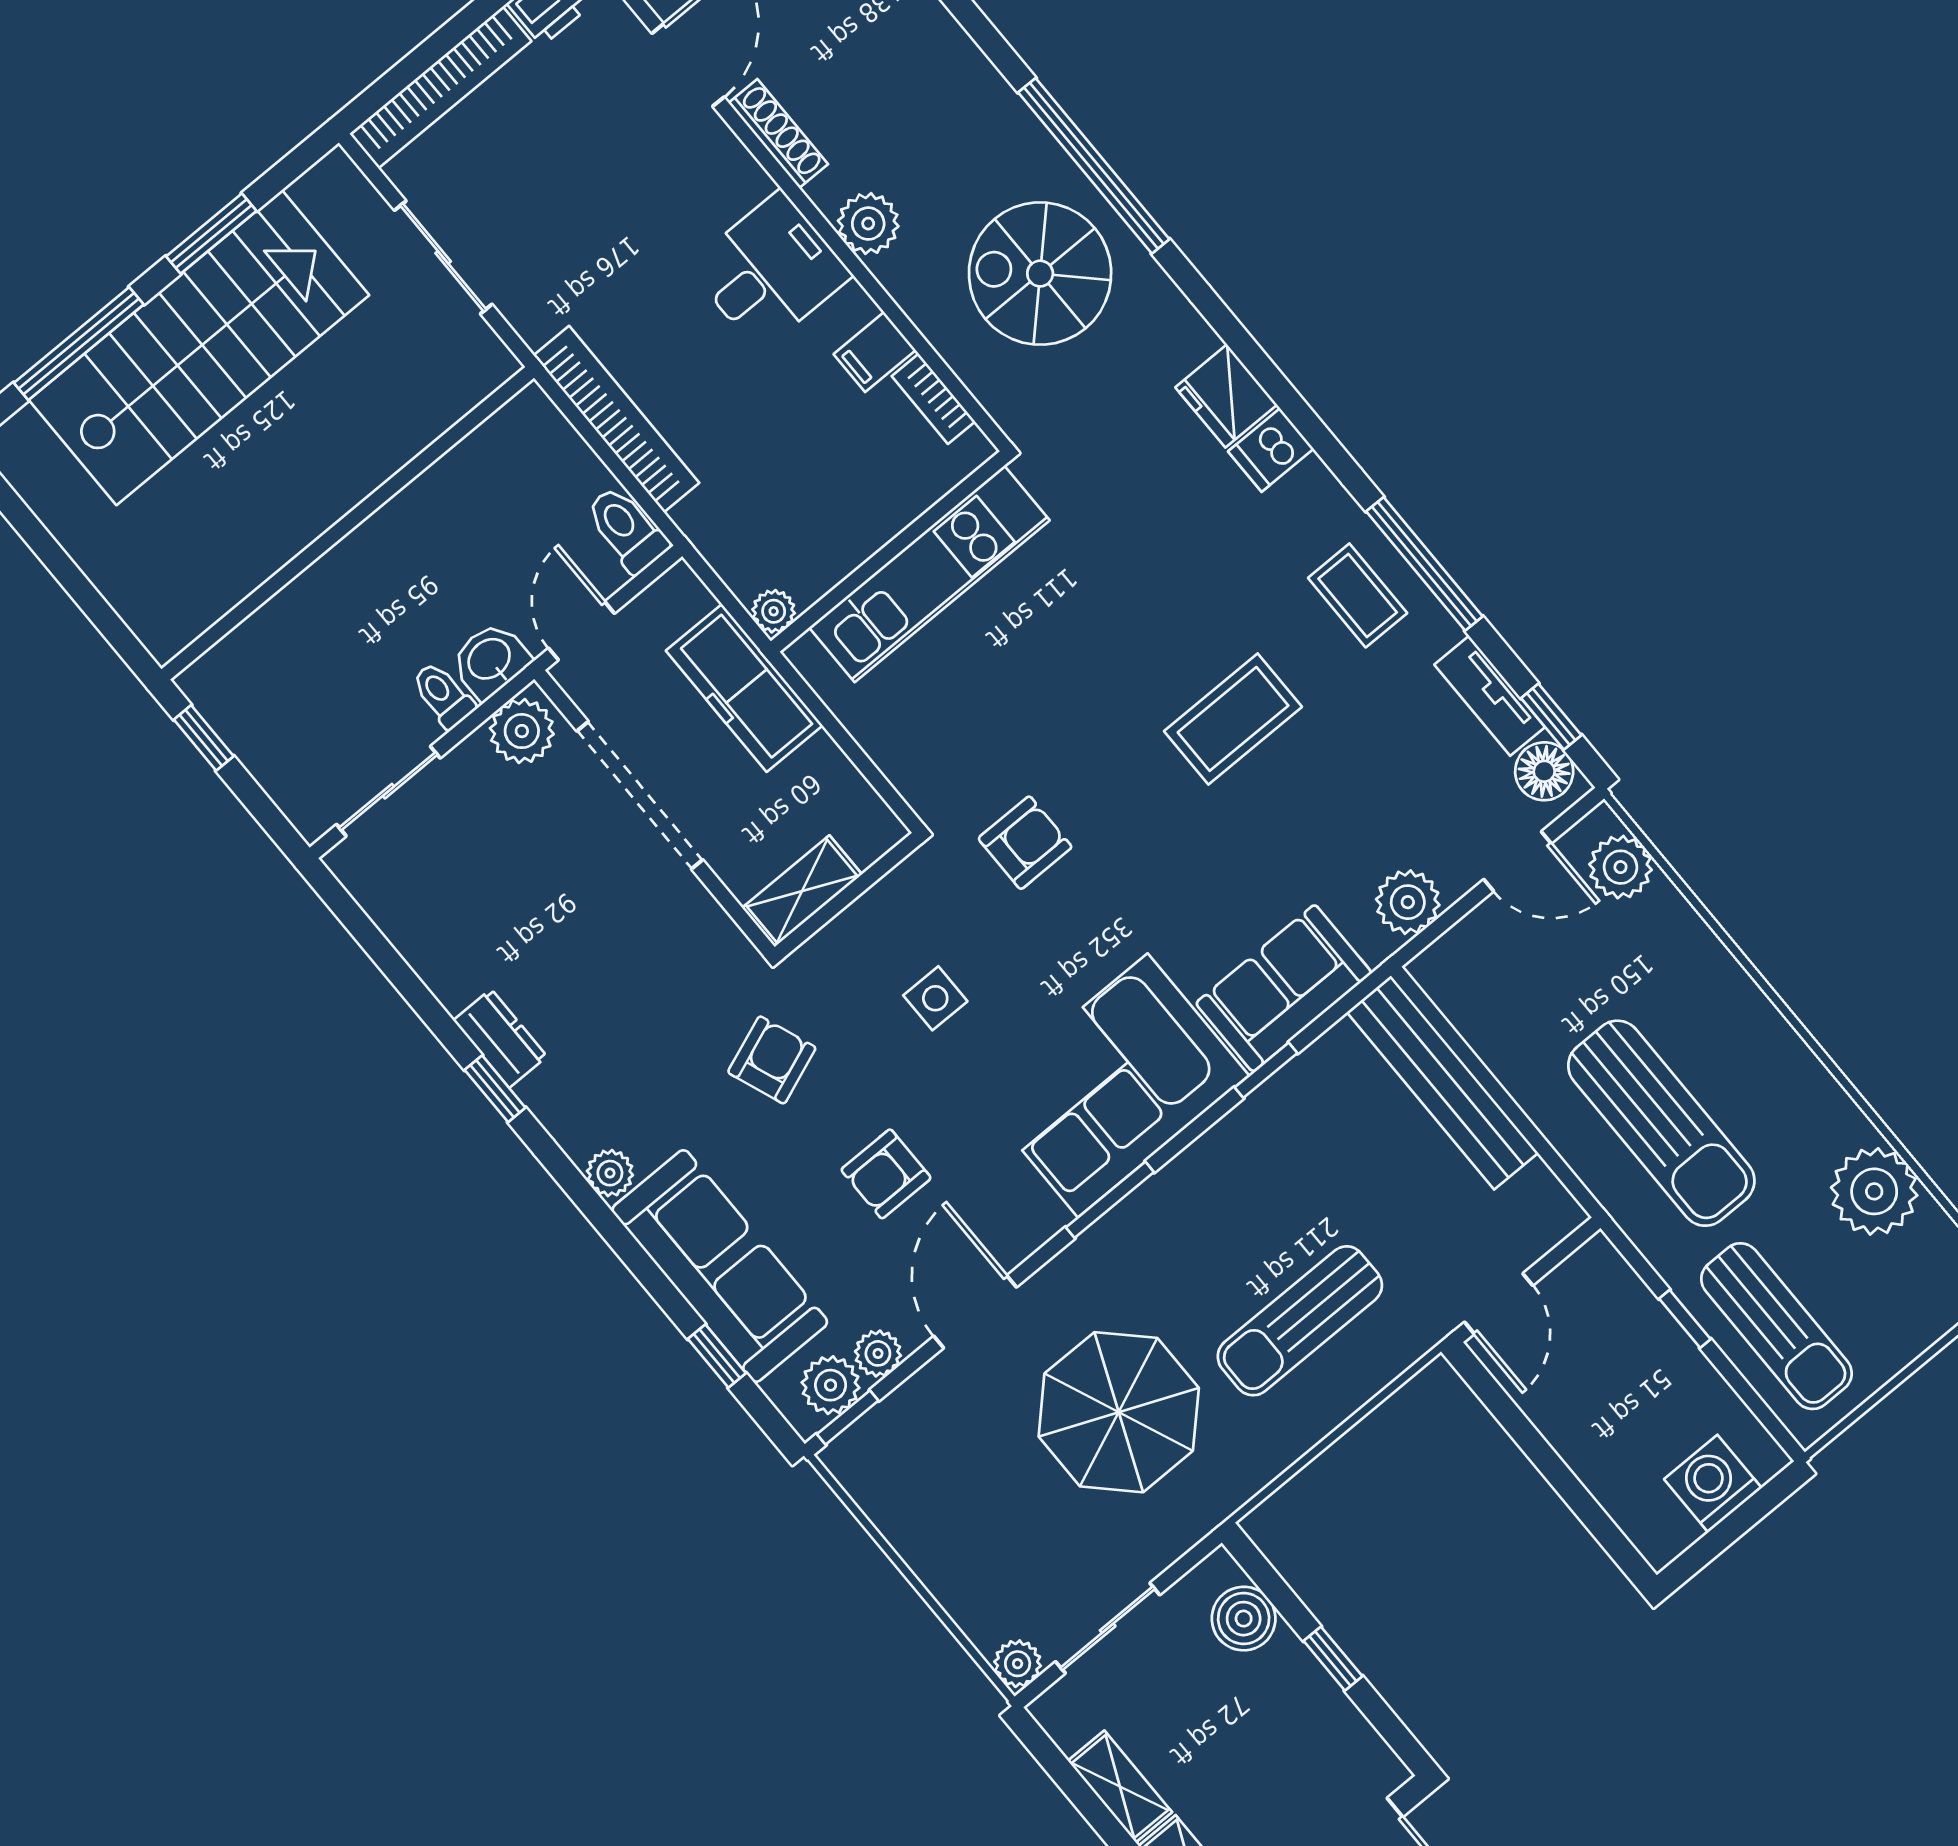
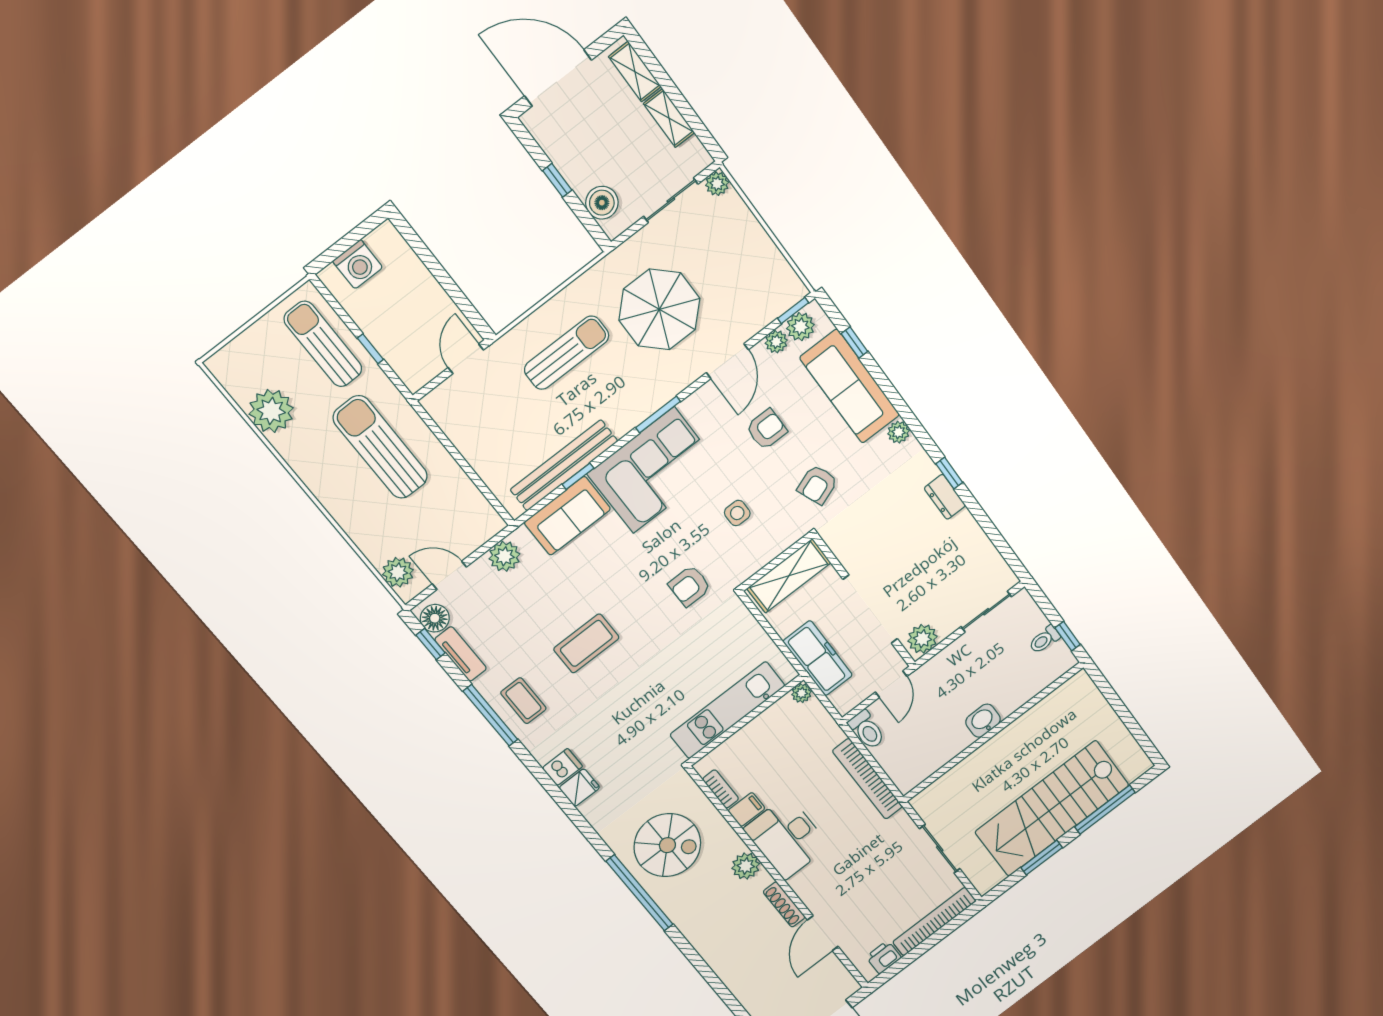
desk: (770, 271) -> (787, 838), width x1.37
fridge: (1226, 396) -> (579, 788), width x0.72
washbasin: (490, 660) -> (983, 721), moved, turned 180
toilet: (443, 695) -> (1044, 639), moved, turned 90
shelving: (802, 891) -> (789, 576), width x1.50, depth x1.33
bench: (1442, 1083) -> (564, 465), moved, turned 90

